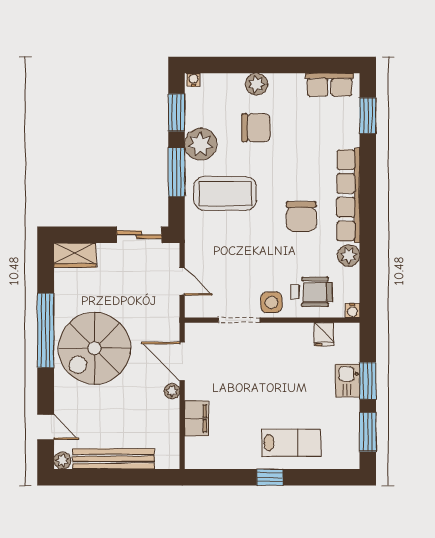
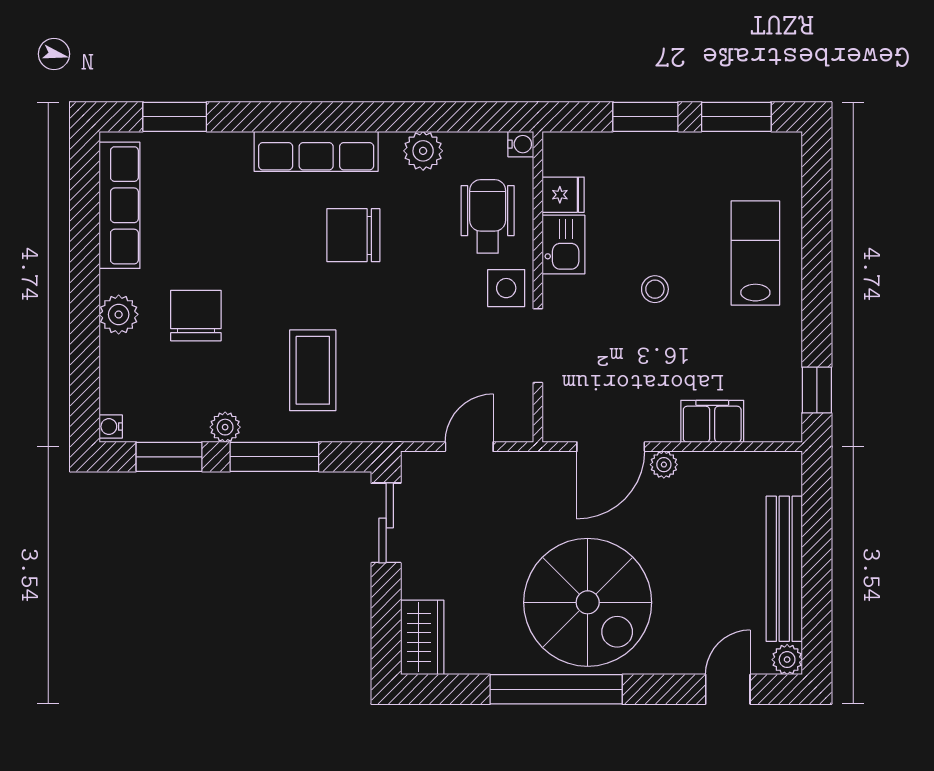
row of seats: (329, 85) -> (120, 205), width x1.48
plant: (201, 144) -> (225, 427), width x0.53, depth x0.53
coffee table: (225, 194) -> (313, 370), width x0.73, depth x0.76
row of seats: (348, 195) -> (316, 151), width x0.73
chair: (301, 216) -> (353, 235), turned 180
kitchen sink: (348, 380) -> (564, 245), moved, turned -90
stool: (271, 386) -> (655, 289), added
window: (270, 477) -> (817, 390), moved

